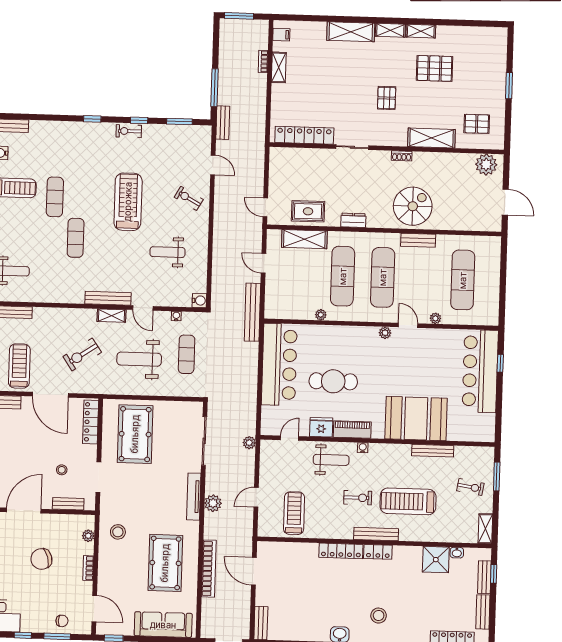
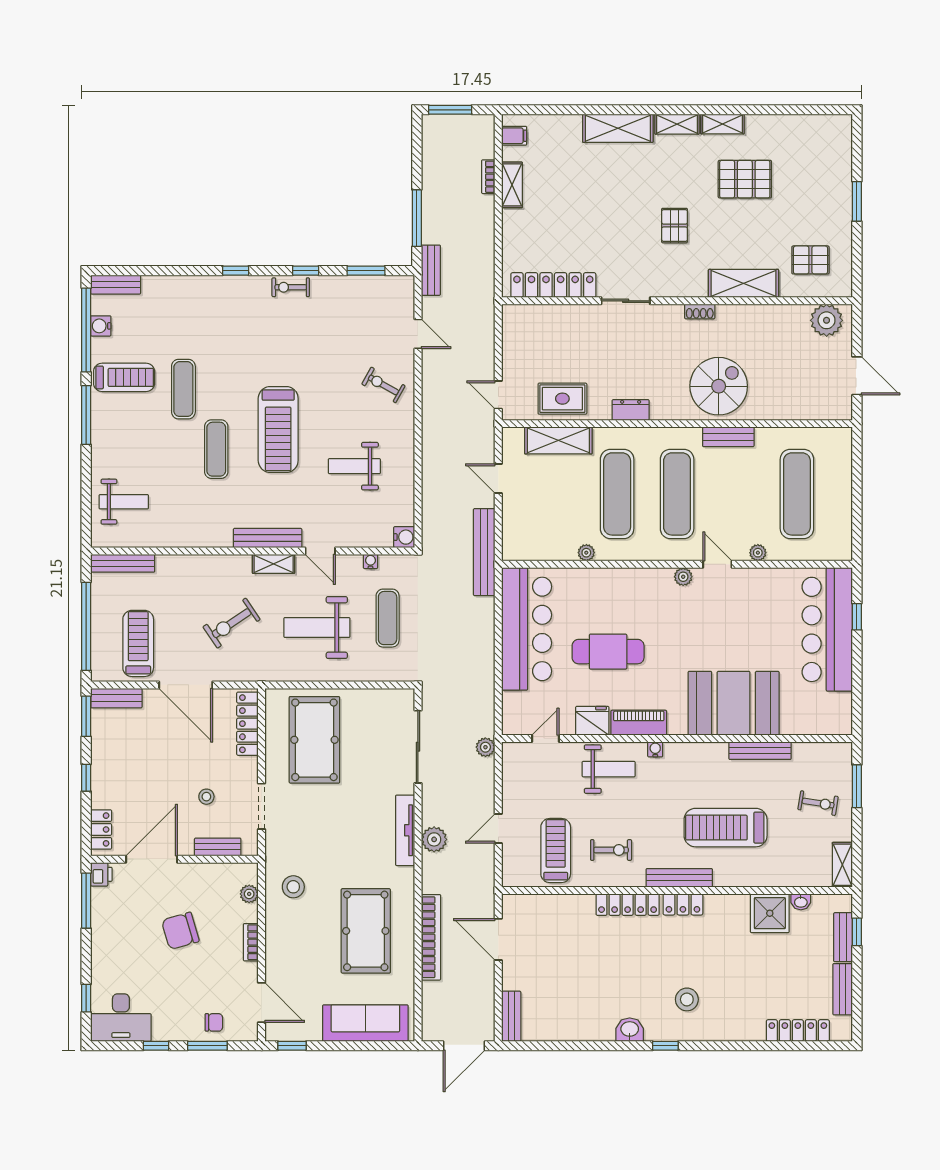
treadmill: (128, 202) -> (278, 429), moved, turned 180
exercise bike: (358, 498) -> (611, 850), moved

